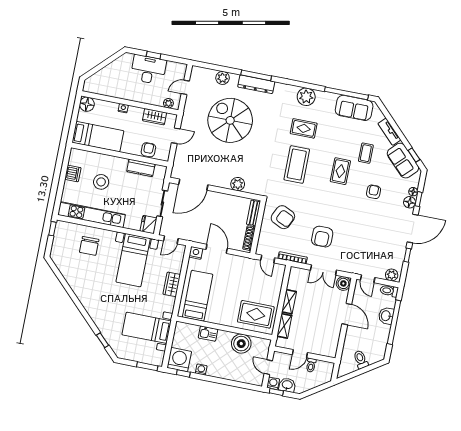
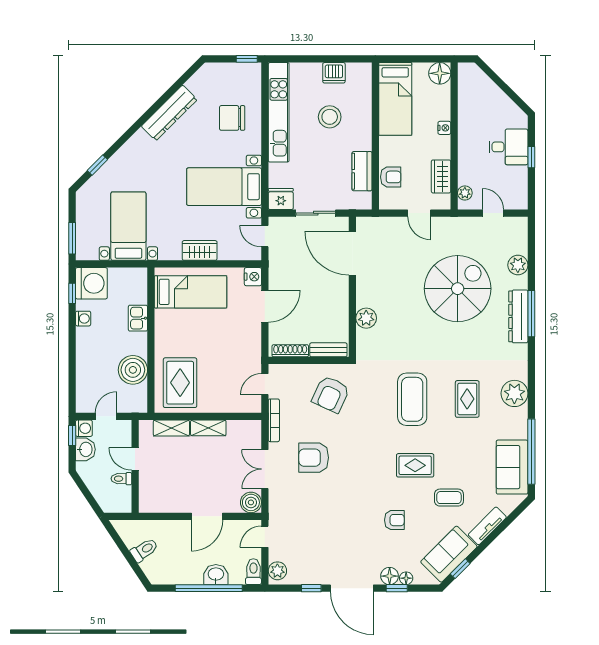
desk: (148, 70) -> (508, 147), width x0.73
coffee table: (297, 164) -> (412, 399), turned 90
dresser: (78, 286) -> (169, 113), added

